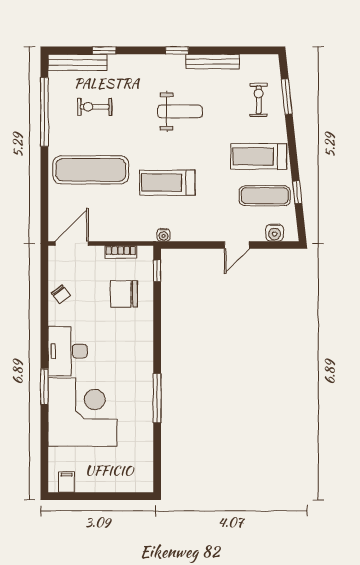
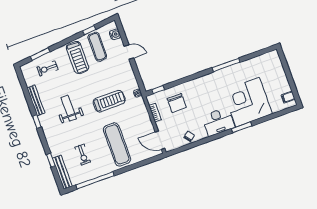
treadmill: (167, 183) -> (109, 101), turned -90

